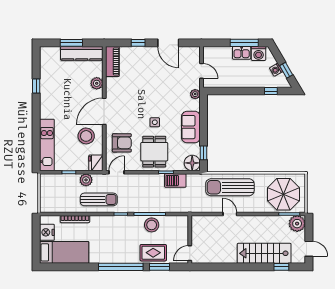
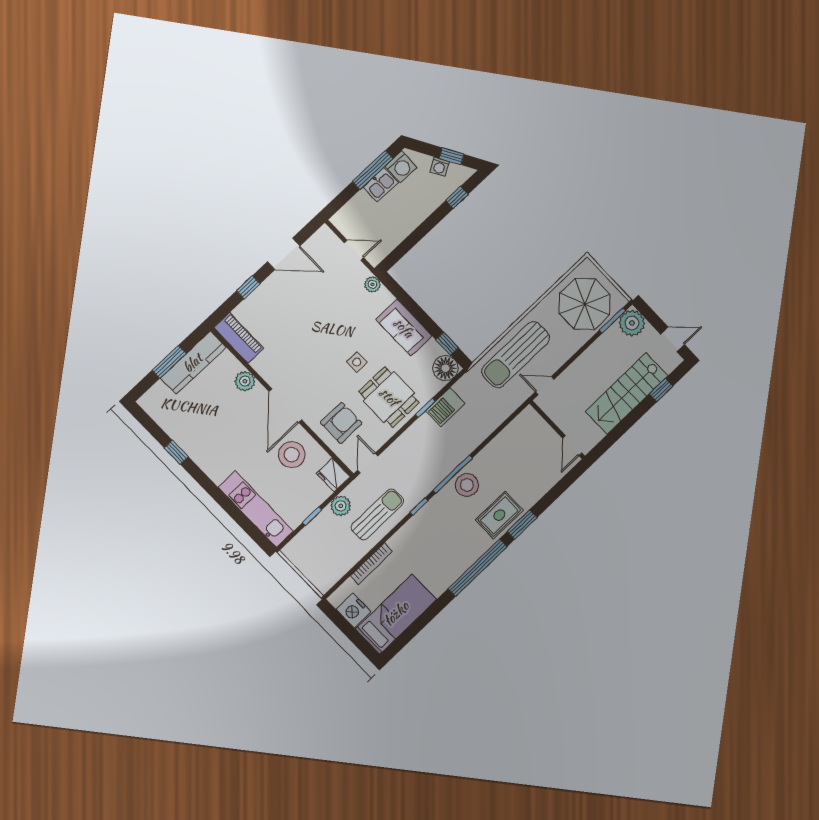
wall: (190, 239) -> (557, 430), moved
door: (190, 253) -> (572, 446), moved

